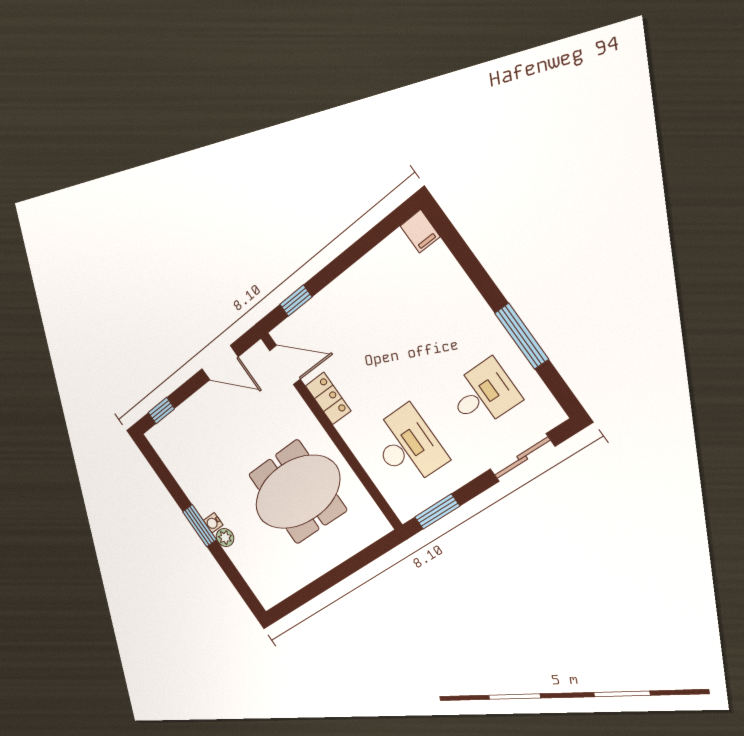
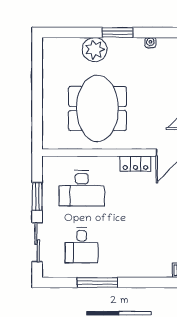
window: (437, 512) -> (37, 197), moved
water cooler: (213, 523) -> (150, 43), moved
plant: (225, 538) -> (95, 50), width x1.88, depth x1.88

